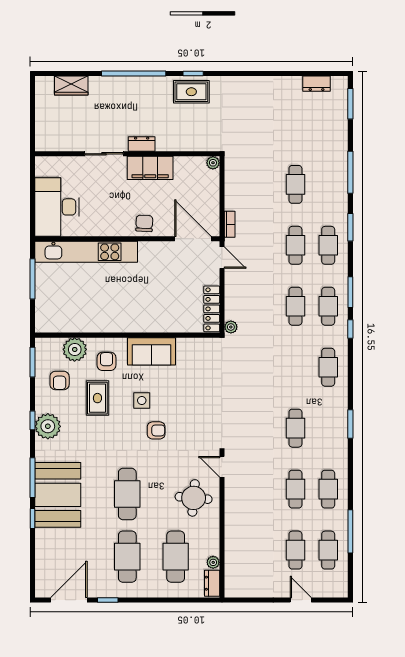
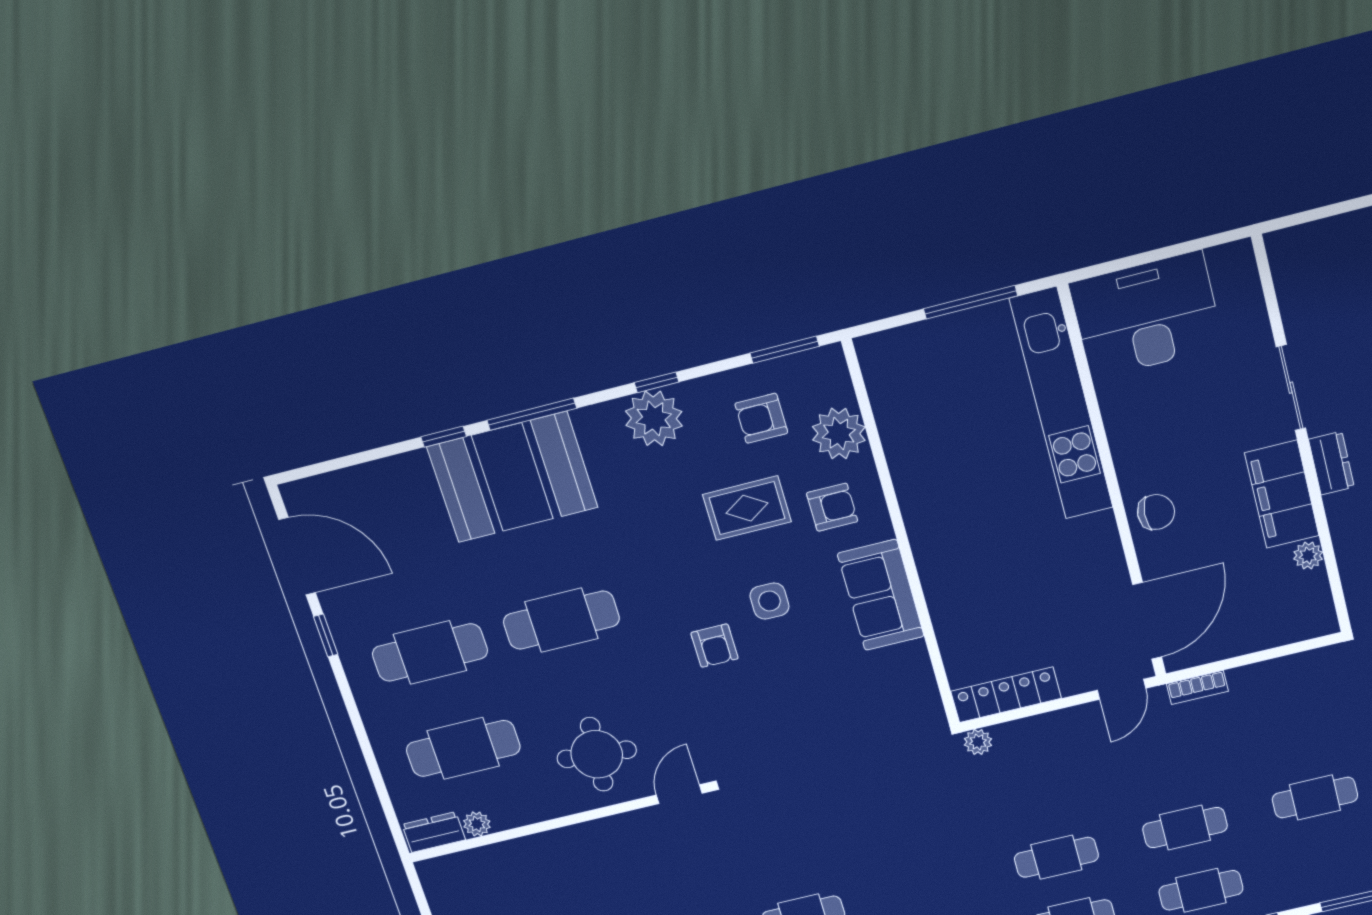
plant: (213, 163) -> (1308, 556), moved

